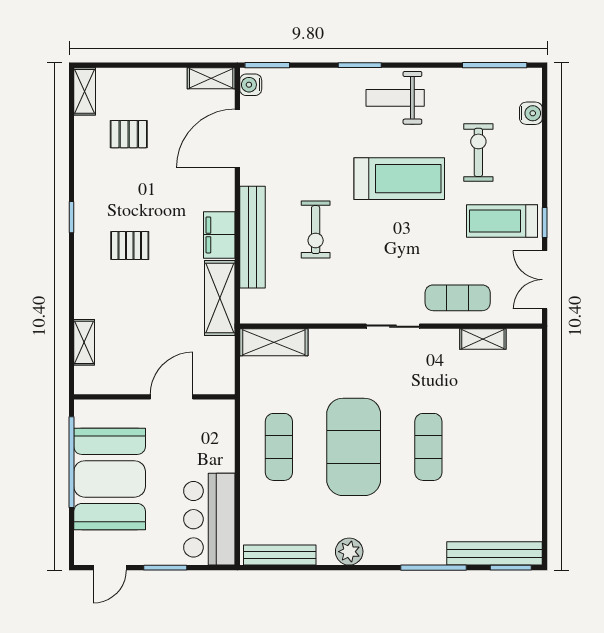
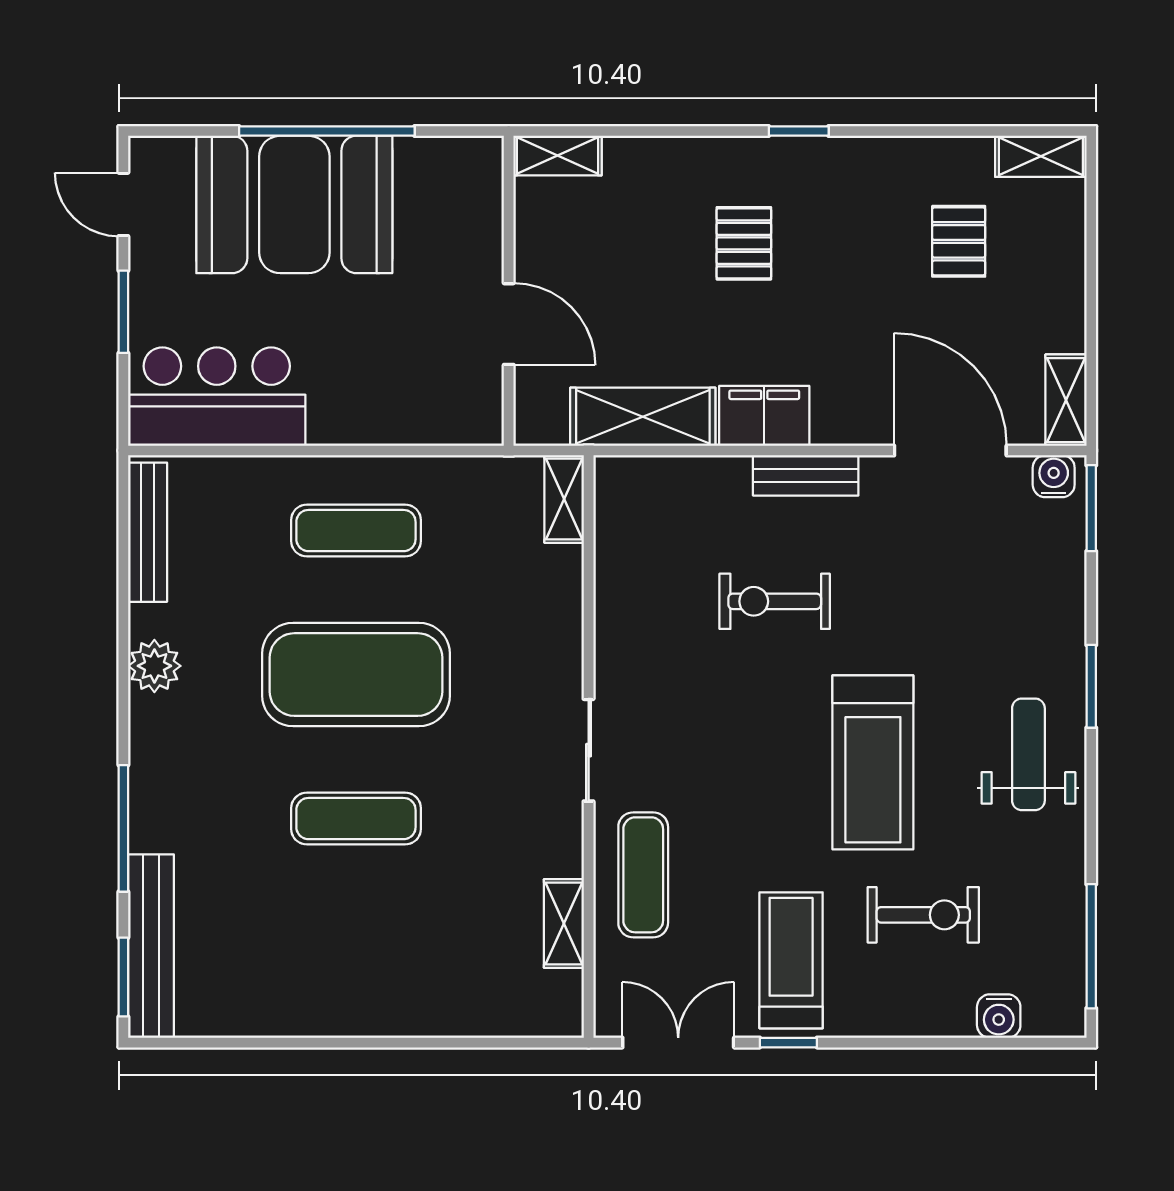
bench: (252, 237) -> (806, 475), width x0.54, depth x0.82
shelving: (274, 342) -> (564, 499), width x0.67, depth x0.75
wall: (154, 397) -> (509, 291), moved
door: (172, 397) -> (509, 324), moved

